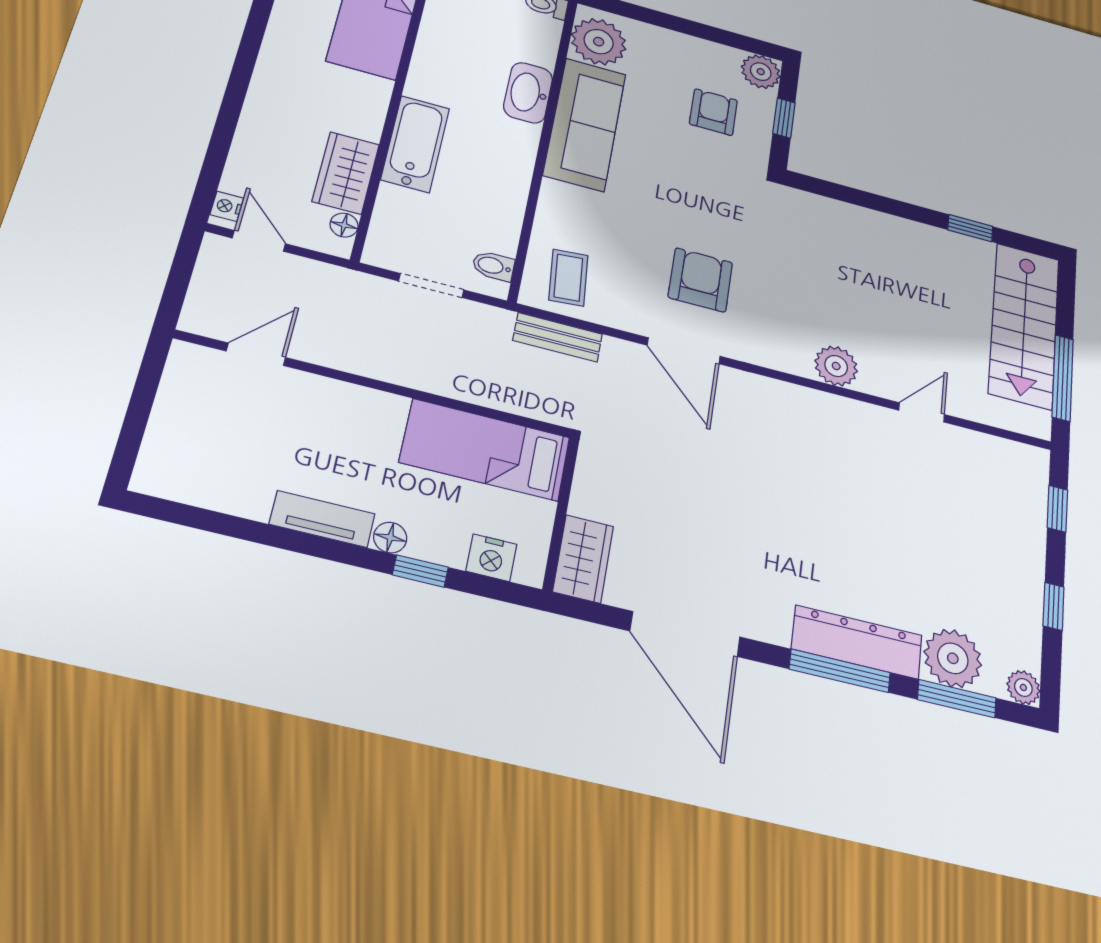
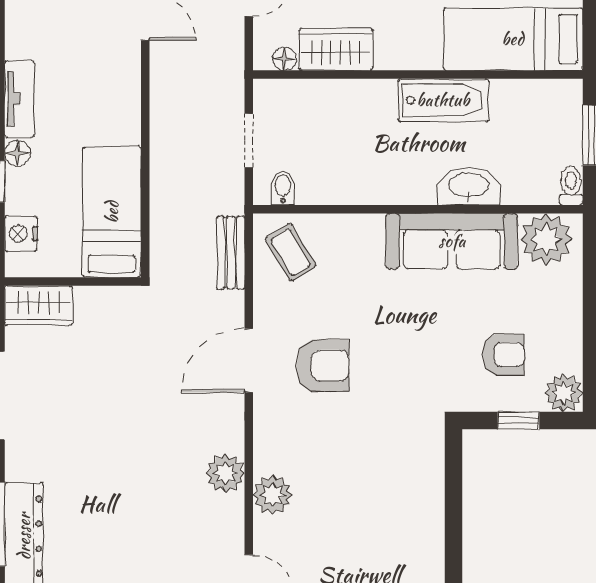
bathtub: (415, 144) -> (443, 100), moved
coffee table: (568, 278) -> (291, 252), turned 64
plant: (807, 407) -> (225, 473), added

